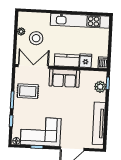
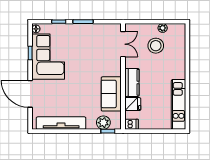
kitchen unit: (80, 21) -> (178, 104), width x0.73
double door: (33, 66) -> (123, 44), width x0.73
sofa: (64, 78) -> (111, 94), moved
rug: (28, 91) -> (94, 39), removed

